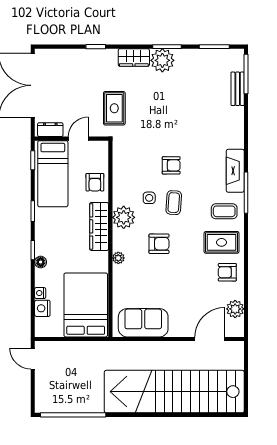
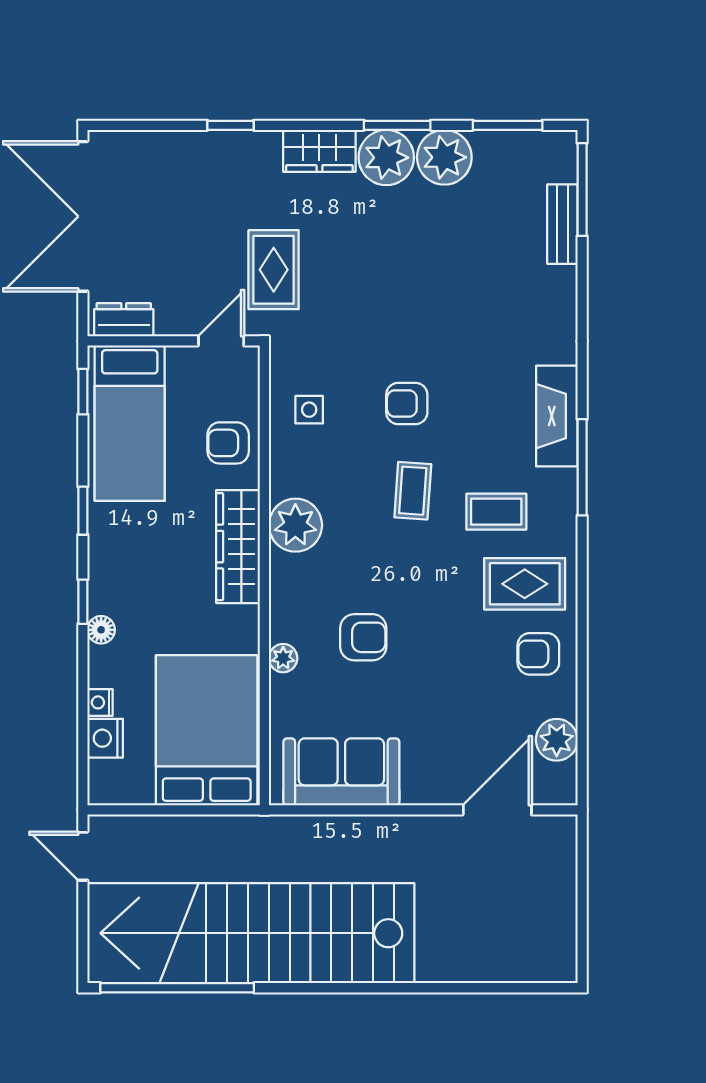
plant: (187, 60) -> (444, 157), added
door: (78, 139) -> (221, 341), moved
armchair: (171, 165) -> (407, 404), turned 180
armchair: (95, 182) -> (228, 443), turned 90
side table: (149, 198) -> (309, 410), moved
coffee table: (224, 211) -> (496, 512), moved
armchair: (159, 244) -> (363, 637), moved
plant: (118, 258) -> (283, 658), moved
stairs: (174, 392) -> (251, 933), moved

